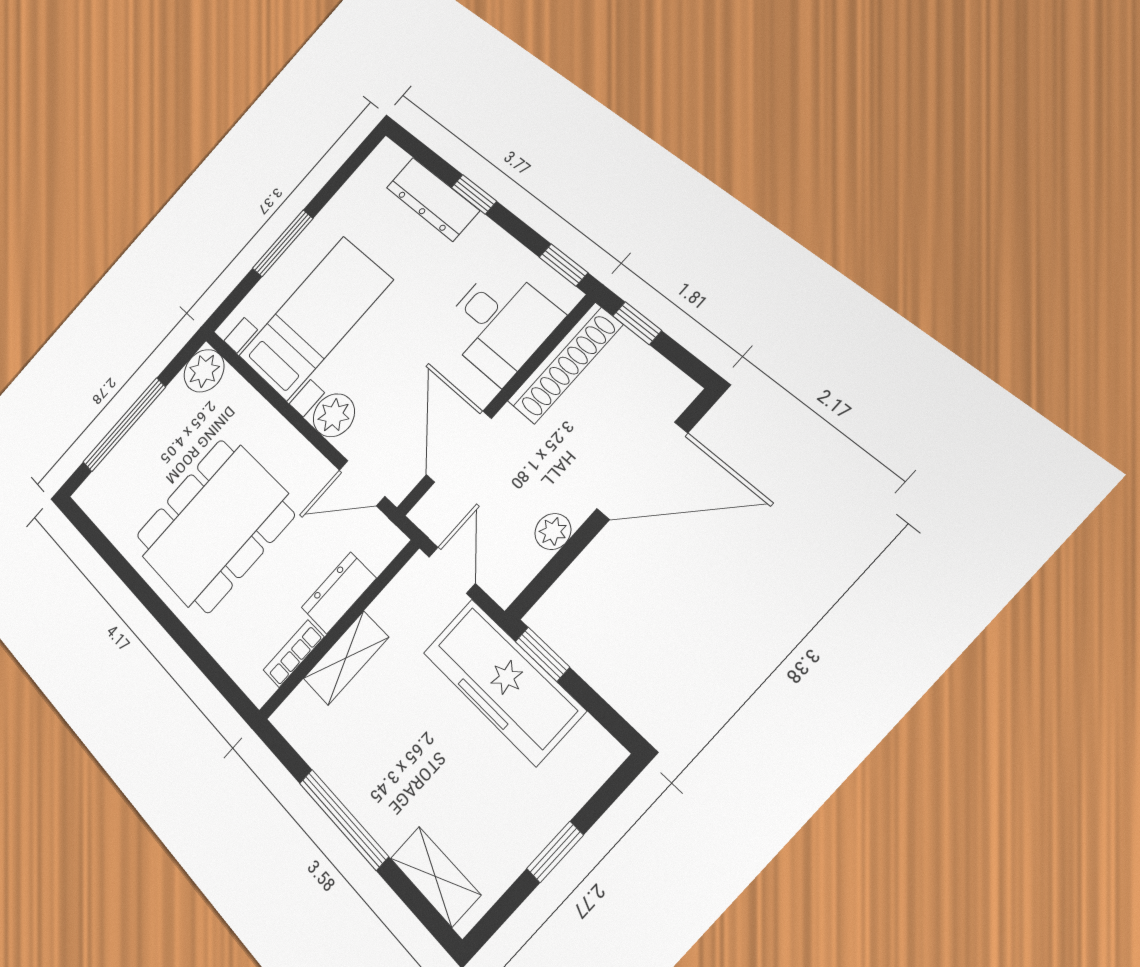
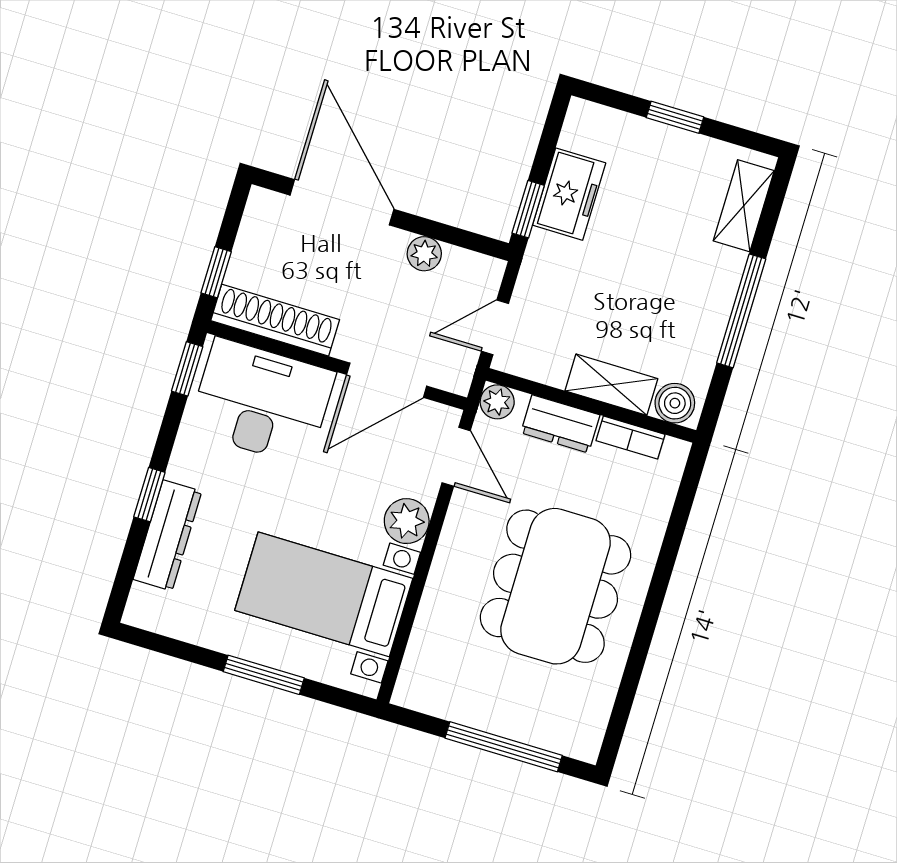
desk: (500, 323) -> (262, 402), width x1.37
plant: (204, 371) -> (497, 402), moved, width x0.73, depth x0.73
dining table: (215, 525) -> (555, 586), turned 90
freezer: (503, 681) -> (569, 194), width x0.52, depth x0.79
boiler: (300, 711) -> (675, 403), added

